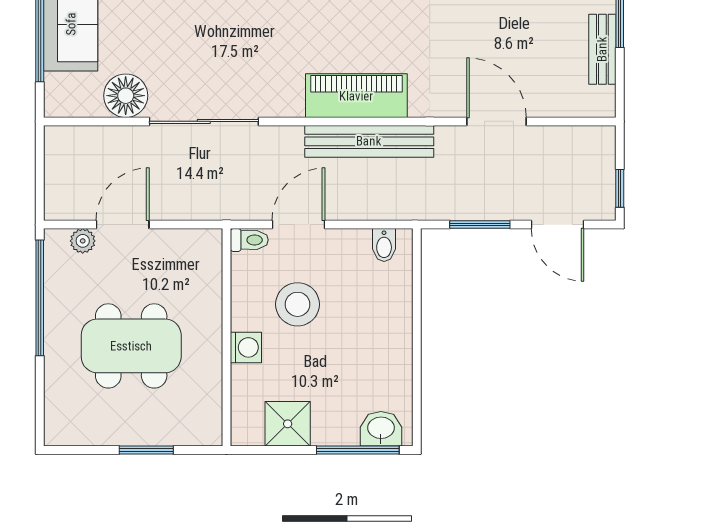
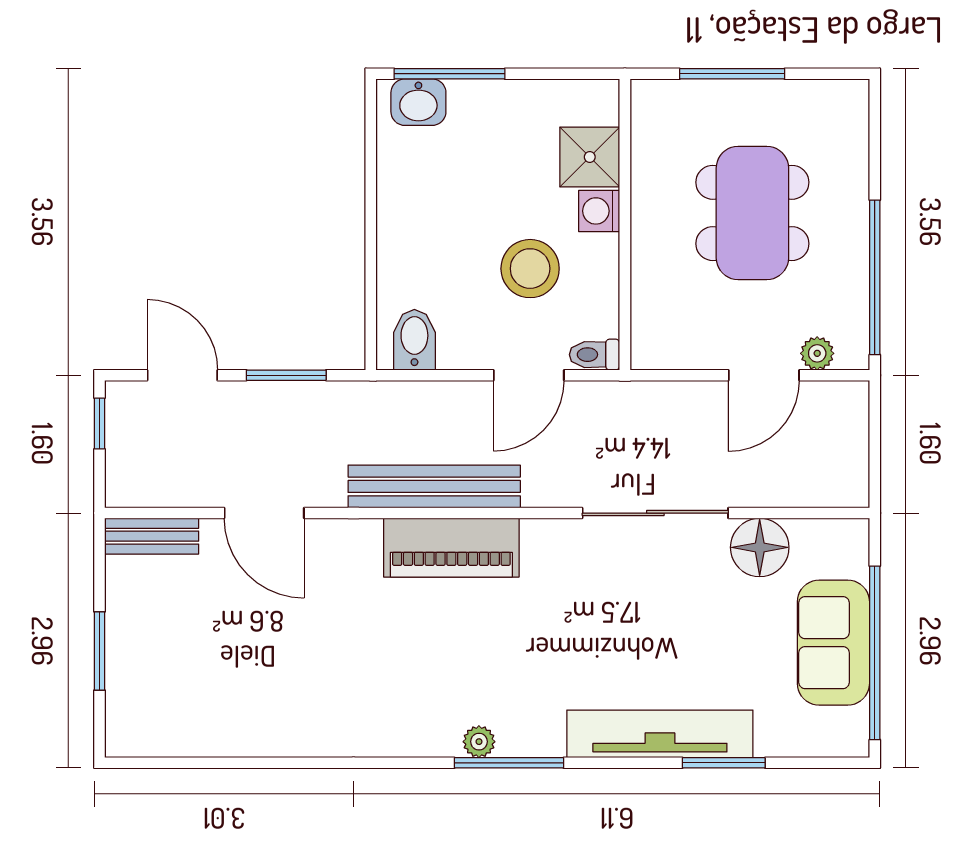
bench: (602, 49) -> (152, 536), moved, turned 90
bidet: (384, 245) -> (414, 340), width x1.38, depth x1.36
dining table: (131, 346) -> (752, 213), turned 90
shower: (288, 424) -> (590, 157), moved
window: (146, 450) -> (732, 74), width x1.44

